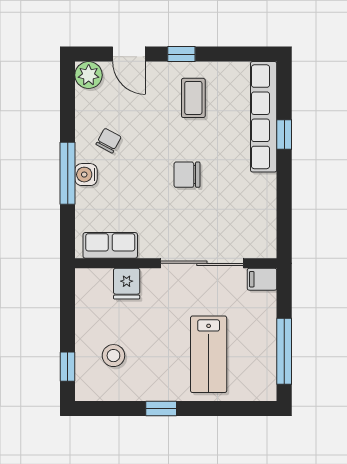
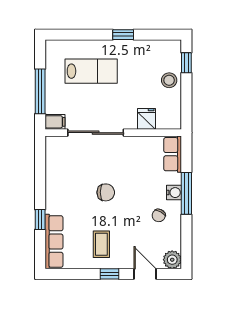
row of seats: (264, 117) -> (54, 242), width x0.73
row of seats: (110, 245) -> (173, 154), moved, turned 90
window: (284, 351) -> (40, 91), moved
lab bench: (209, 354) -> (91, 71), turned 90
stool: (113, 356) -> (169, 80), moved

